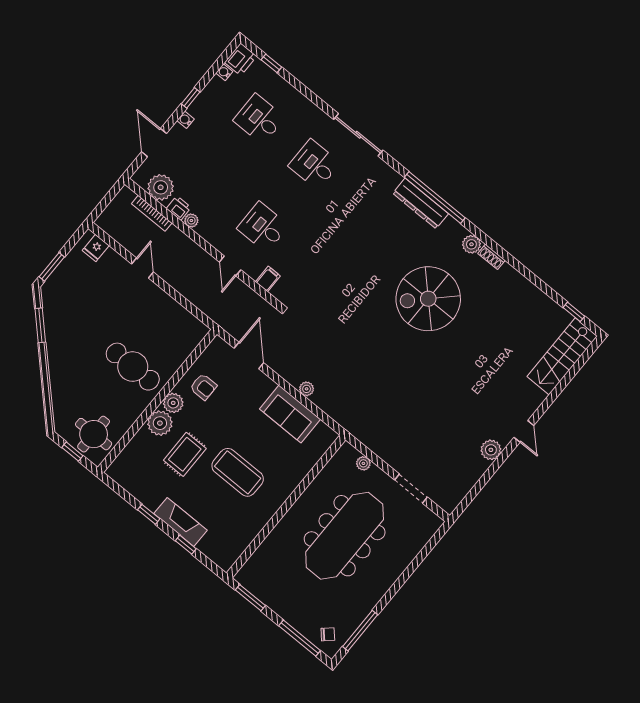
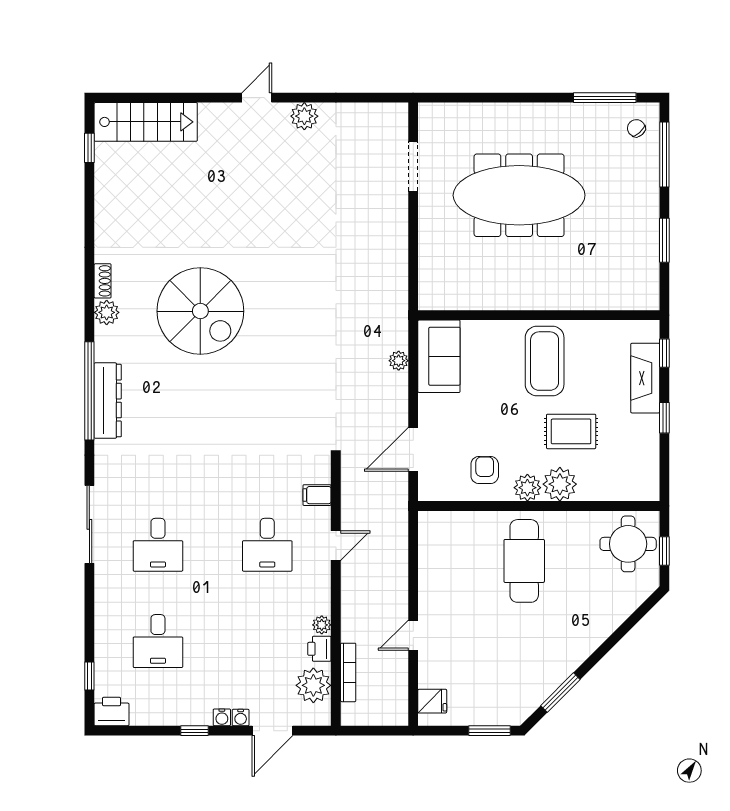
water cooler: (224, 72) -> (241, 718), moved
plant: (363, 463) -> (428, 238), removed
wall: (286, 507) -> (539, 315), moved

